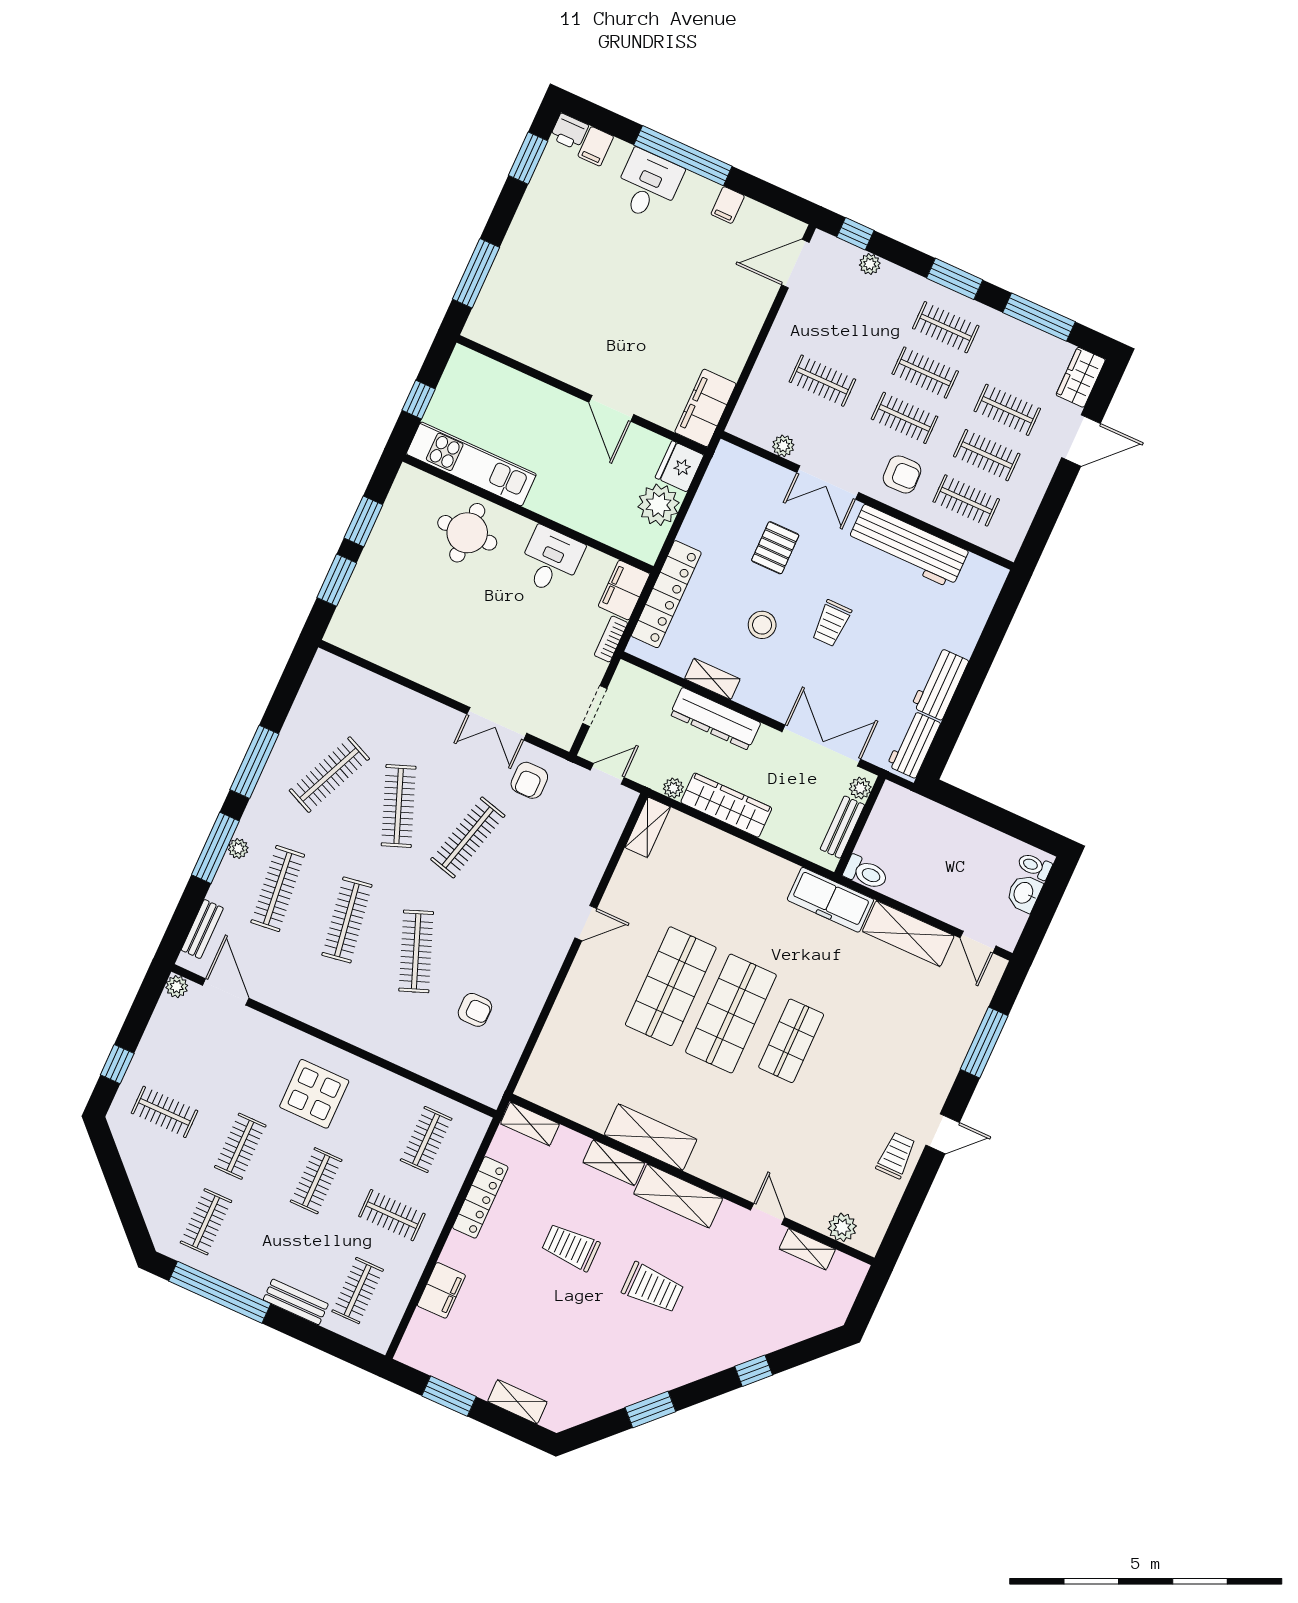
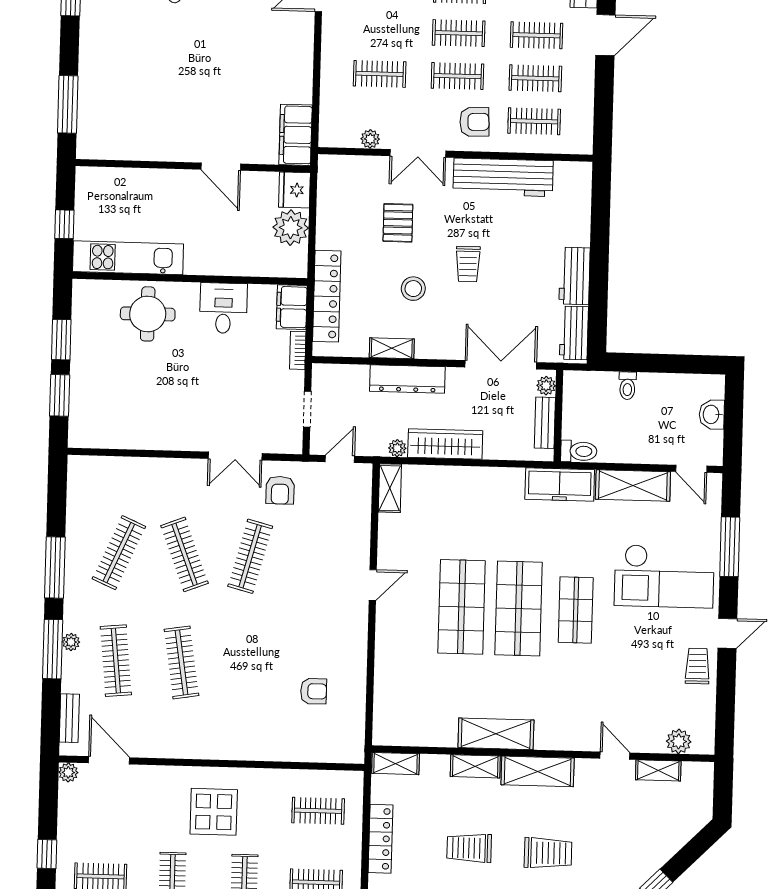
toilet: (1035, 866) -> (627, 386), moved, turned -90
clothes rail: (416, 951) -> (247, 664), removed
checkout: (901, 1044) -> (664, 576), added
clothes rail: (426, 1140) -> (318, 811), turned 90

